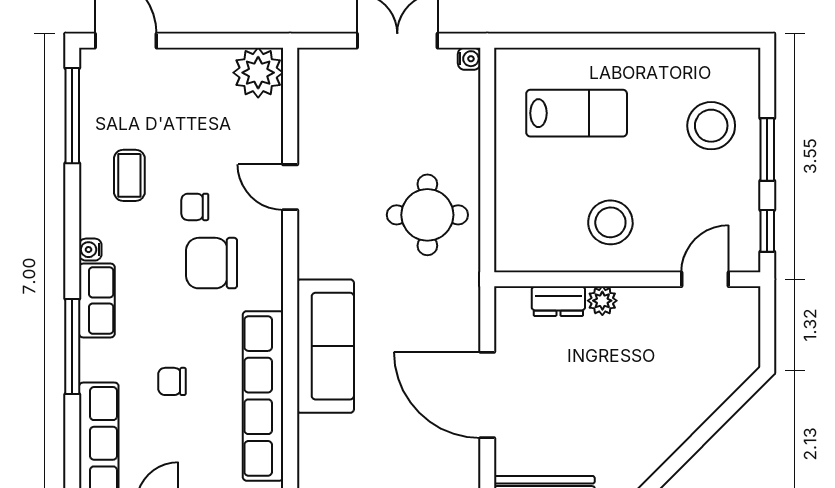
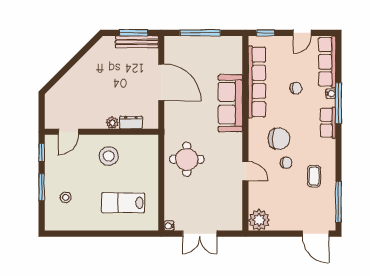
stool: (711, 126) -> (66, 197), width x0.53, depth x0.53
water cooler: (90, 250) -> (331, 94), moved

